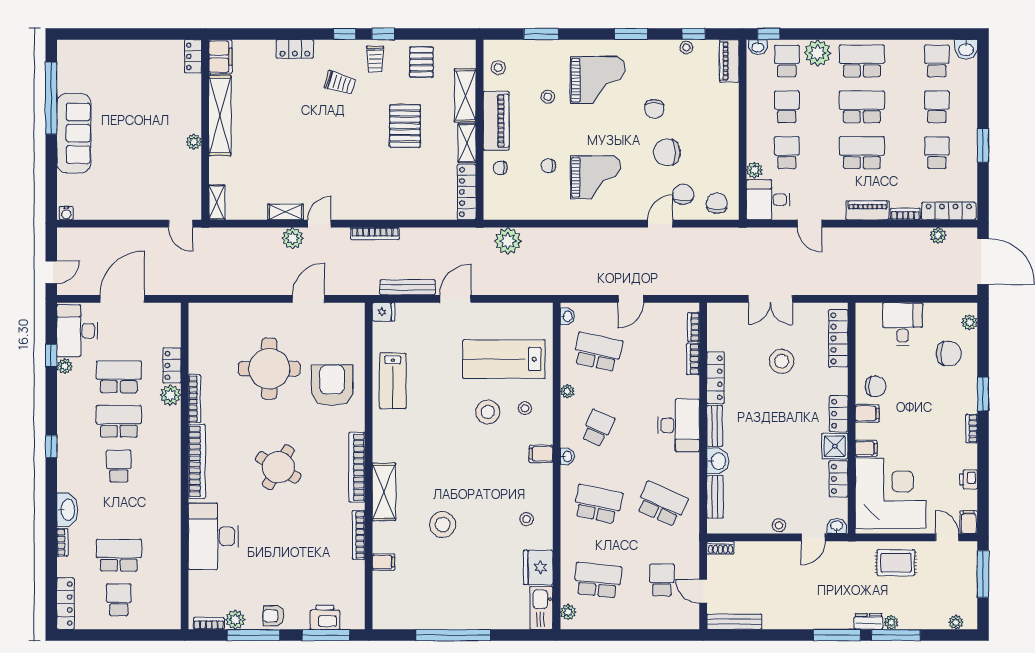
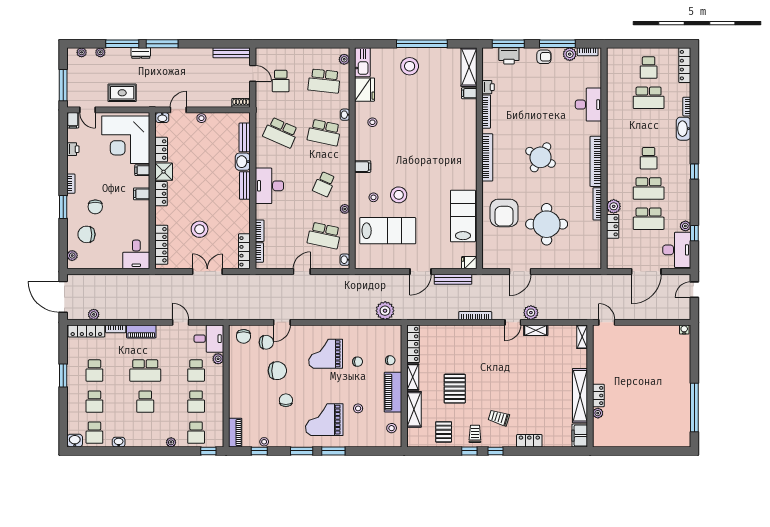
window: (541, 34) -> (333, 451), moved
washbasin: (758, 47) -> (119, 442), moved
plant: (818, 53) -> (171, 442), width x0.53, depth x0.53
locker: (193, 56) -> (598, 396), moved
school desk: (862, 61) -> (145, 433), removed
school desk: (862, 107) -> (145, 402), width x0.54
sofa: (74, 133) -> (679, 384), removed
plant: (194, 142) -> (598, 413), moved
chair: (683, 194) -> (266, 342), turned -90
desk: (903, 324) -> (136, 254), moved
locker: (715, 378) -> (244, 251), moved
lab bench: (393, 381) -> (463, 216), width x1.36, depth x1.39
chair: (875, 386) -> (95, 207), moved, turned -90
washbasin: (567, 456) -> (345, 115), moved
shelving: (384, 492) -> (469, 67), moved
stool: (443, 525) -> (410, 66), moved
desk: (213, 536) -> (588, 105), width x0.73, depth x0.77
printer: (356, 571) -> (488, 87), added
plant: (891, 622) -> (100, 52), moved

